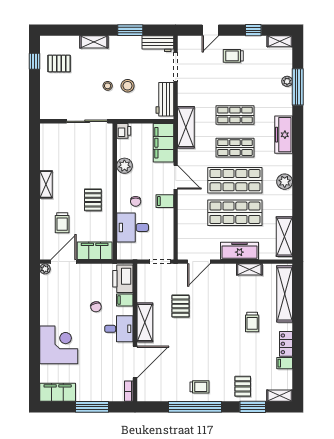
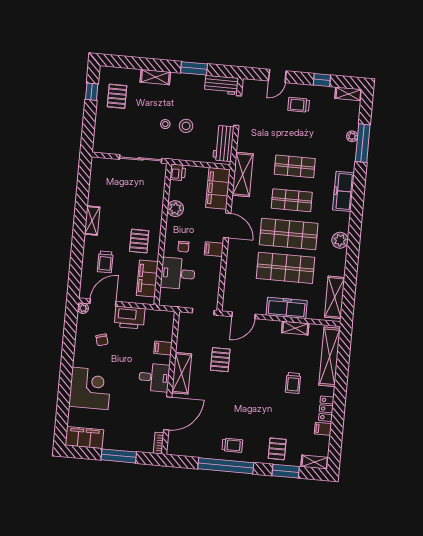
pallet: (59, 63) -> (117, 96), turned 90
filing cabinet: (95, 251) -> (147, 279), moved, turned -90
printer: (123, 279) -> (130, 318), moved, turned -90
chair: (96, 307) -> (102, 340), moved

